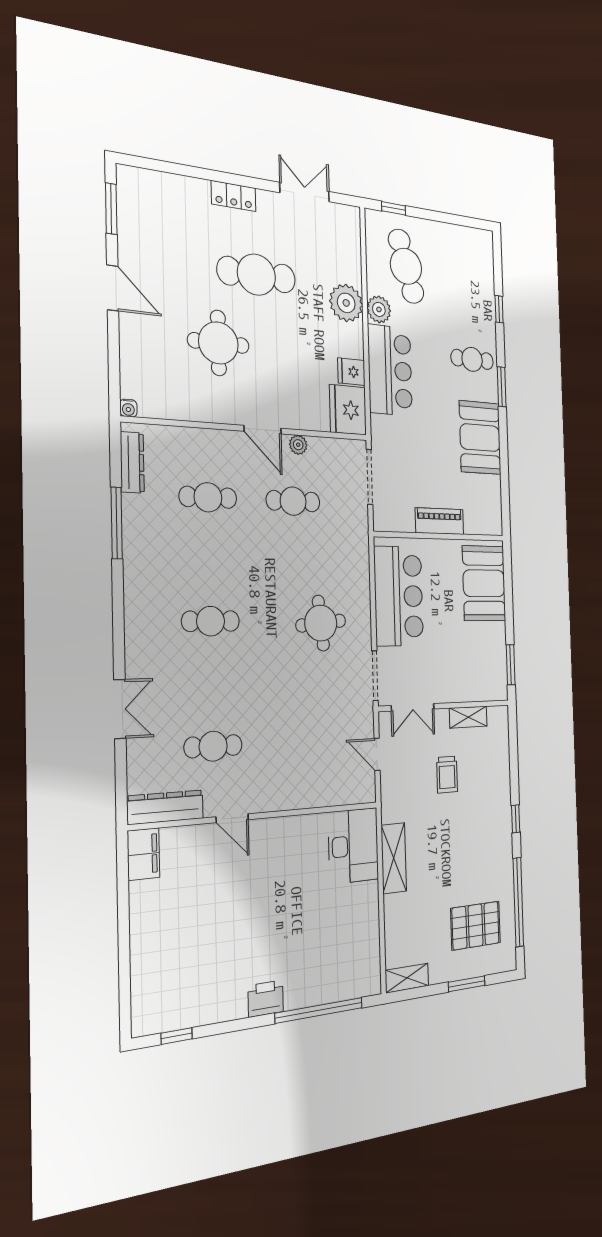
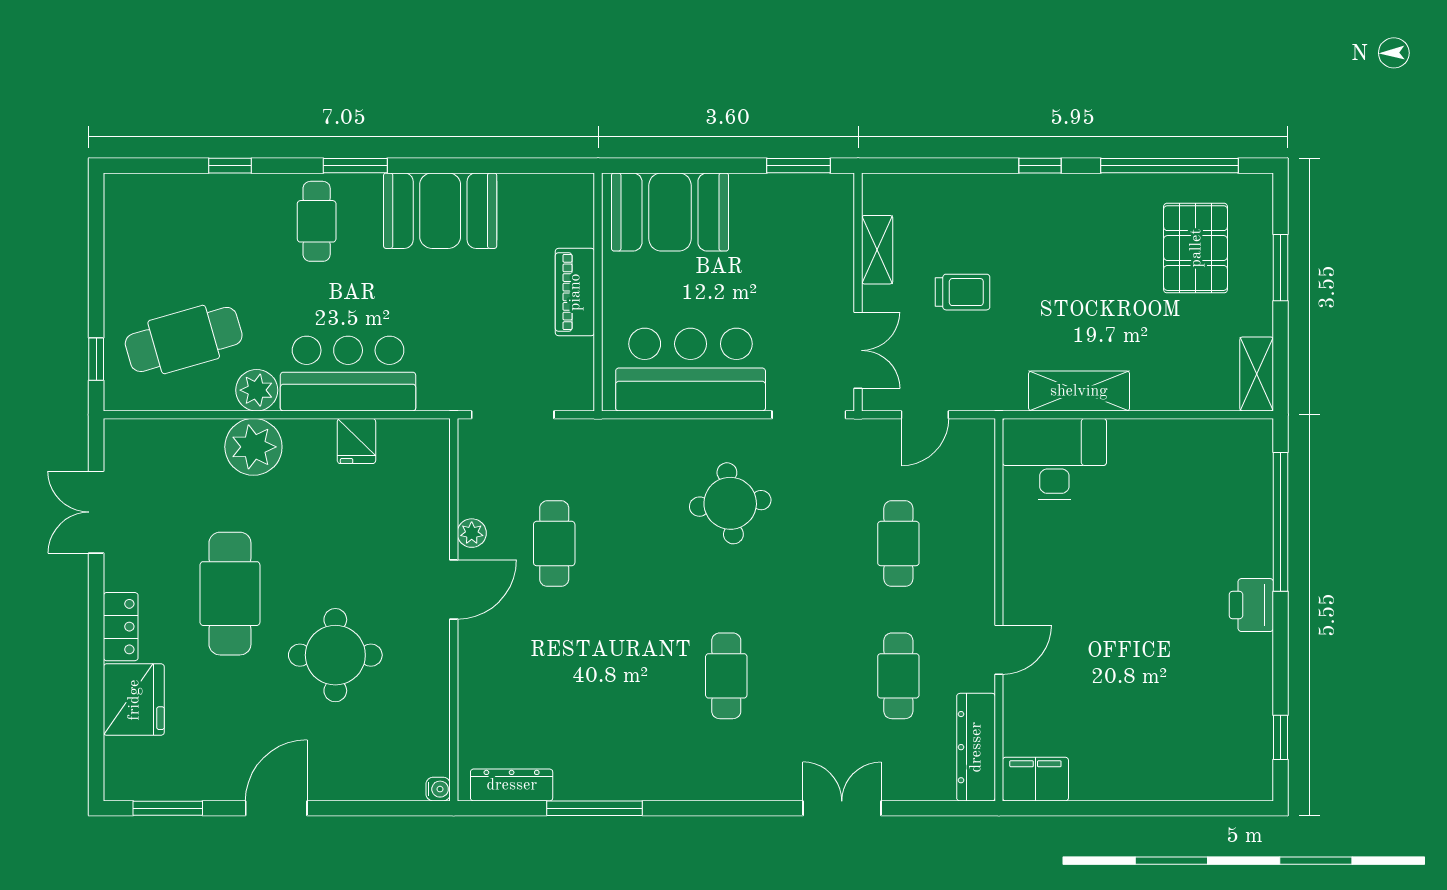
fridge: (348, 410) -> (134, 700), moved, turned -90
cafe table: (208, 497) -> (898, 544), moved

